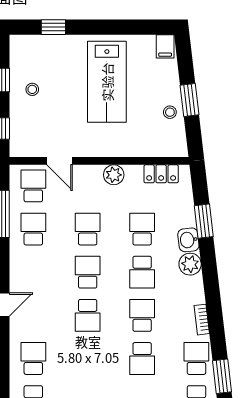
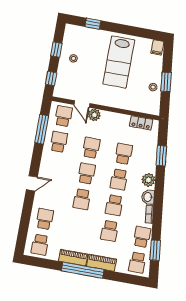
plant: (114, 175) -> (94, 115), moved
washbasin: (188, 240) -> (148, 197), moved
school desk: (142, 315) -> (114, 205), turned 180

